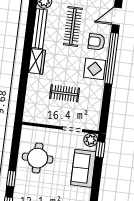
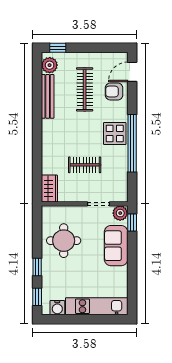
armchair: (97, 42) -> (114, 91), moved
window: (112, 58) -> (132, 143), moved
wardrobe: (37, 61) -> (49, 188), moved

